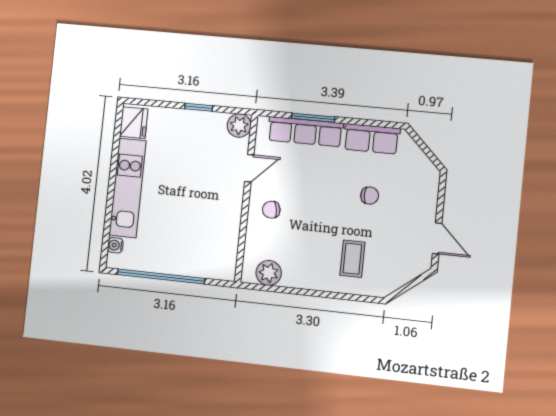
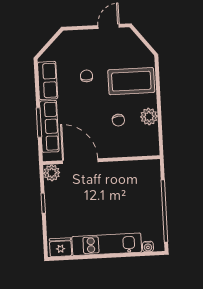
door: (249, 168) -> (80, 161), width x1.87
chair: (271, 210) -> (118, 120), moved
coffee table: (352, 259) -> (131, 81), width x1.86, depth x1.72
plant: (269, 273) -> (149, 116), moved

